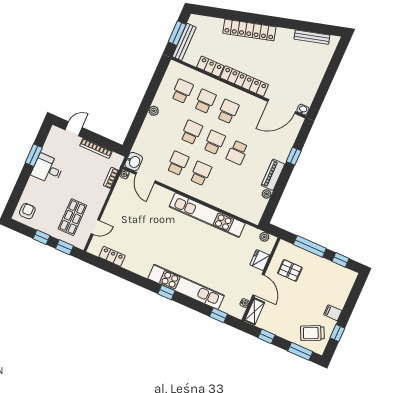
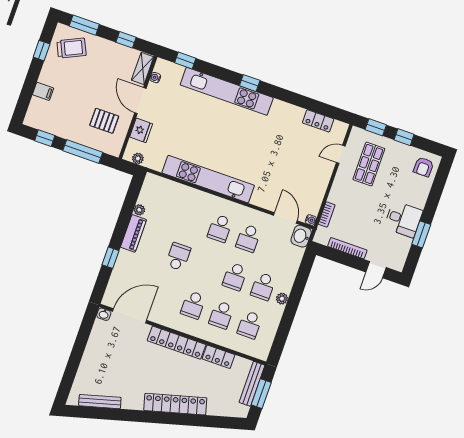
school desk: (214, 142) -> (263, 286), moved
filing cabinet: (333, 313) -> (43, 91), moved

